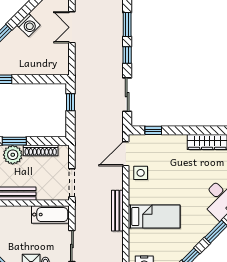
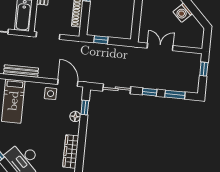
double door: (72, 27) -> (160, 47), moved
window: (71, 102) -> (101, 40), moved
floor lamp: (165, 141) -> (75, 116), added

